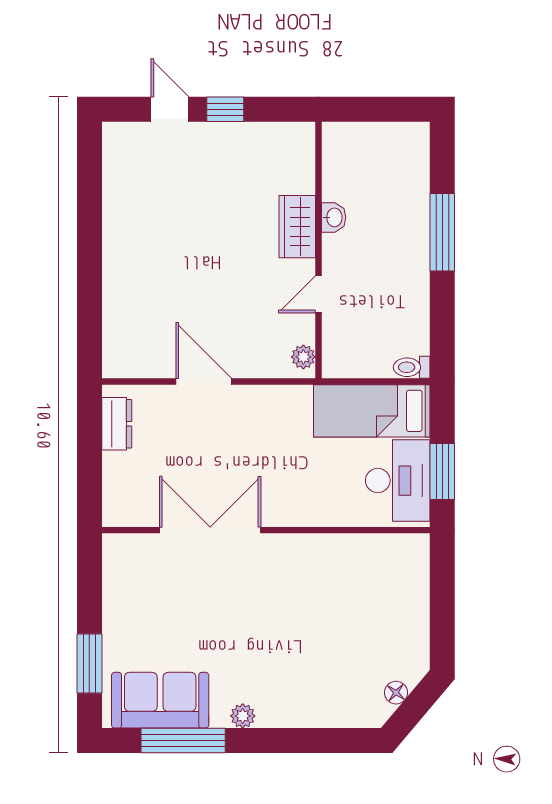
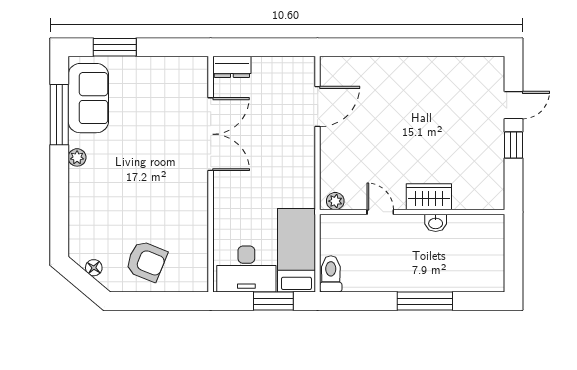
toilet: (412, 367) -> (331, 274), width x1.37, depth x1.39
door: (204, 382) -> (318, 107), moved
dresser: (117, 424) -> (232, 67), moved
window: (442, 471) -> (273, 301), moved
armchair: (387, 620) -> (146, 261), added

